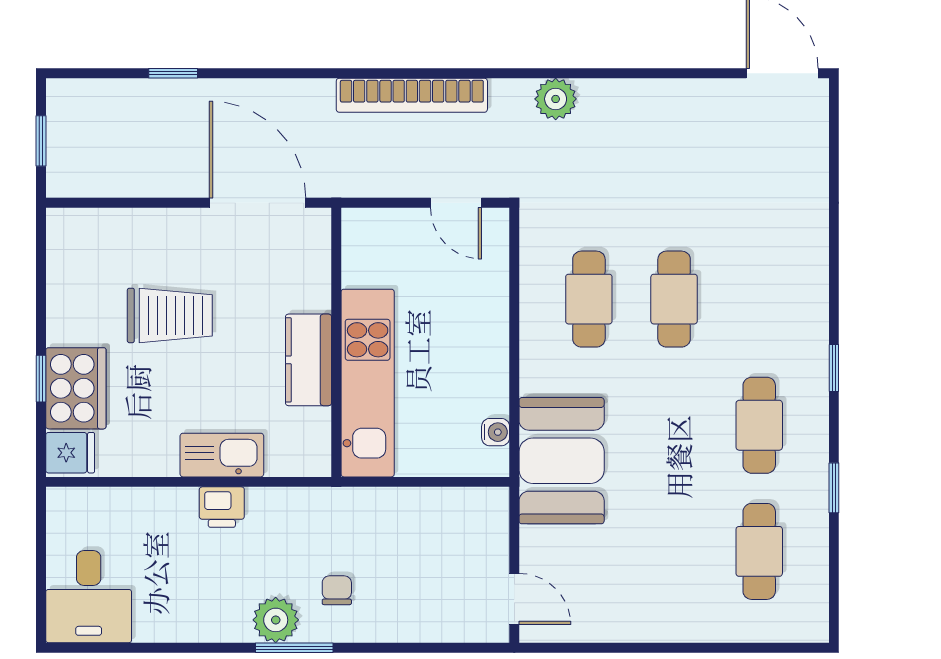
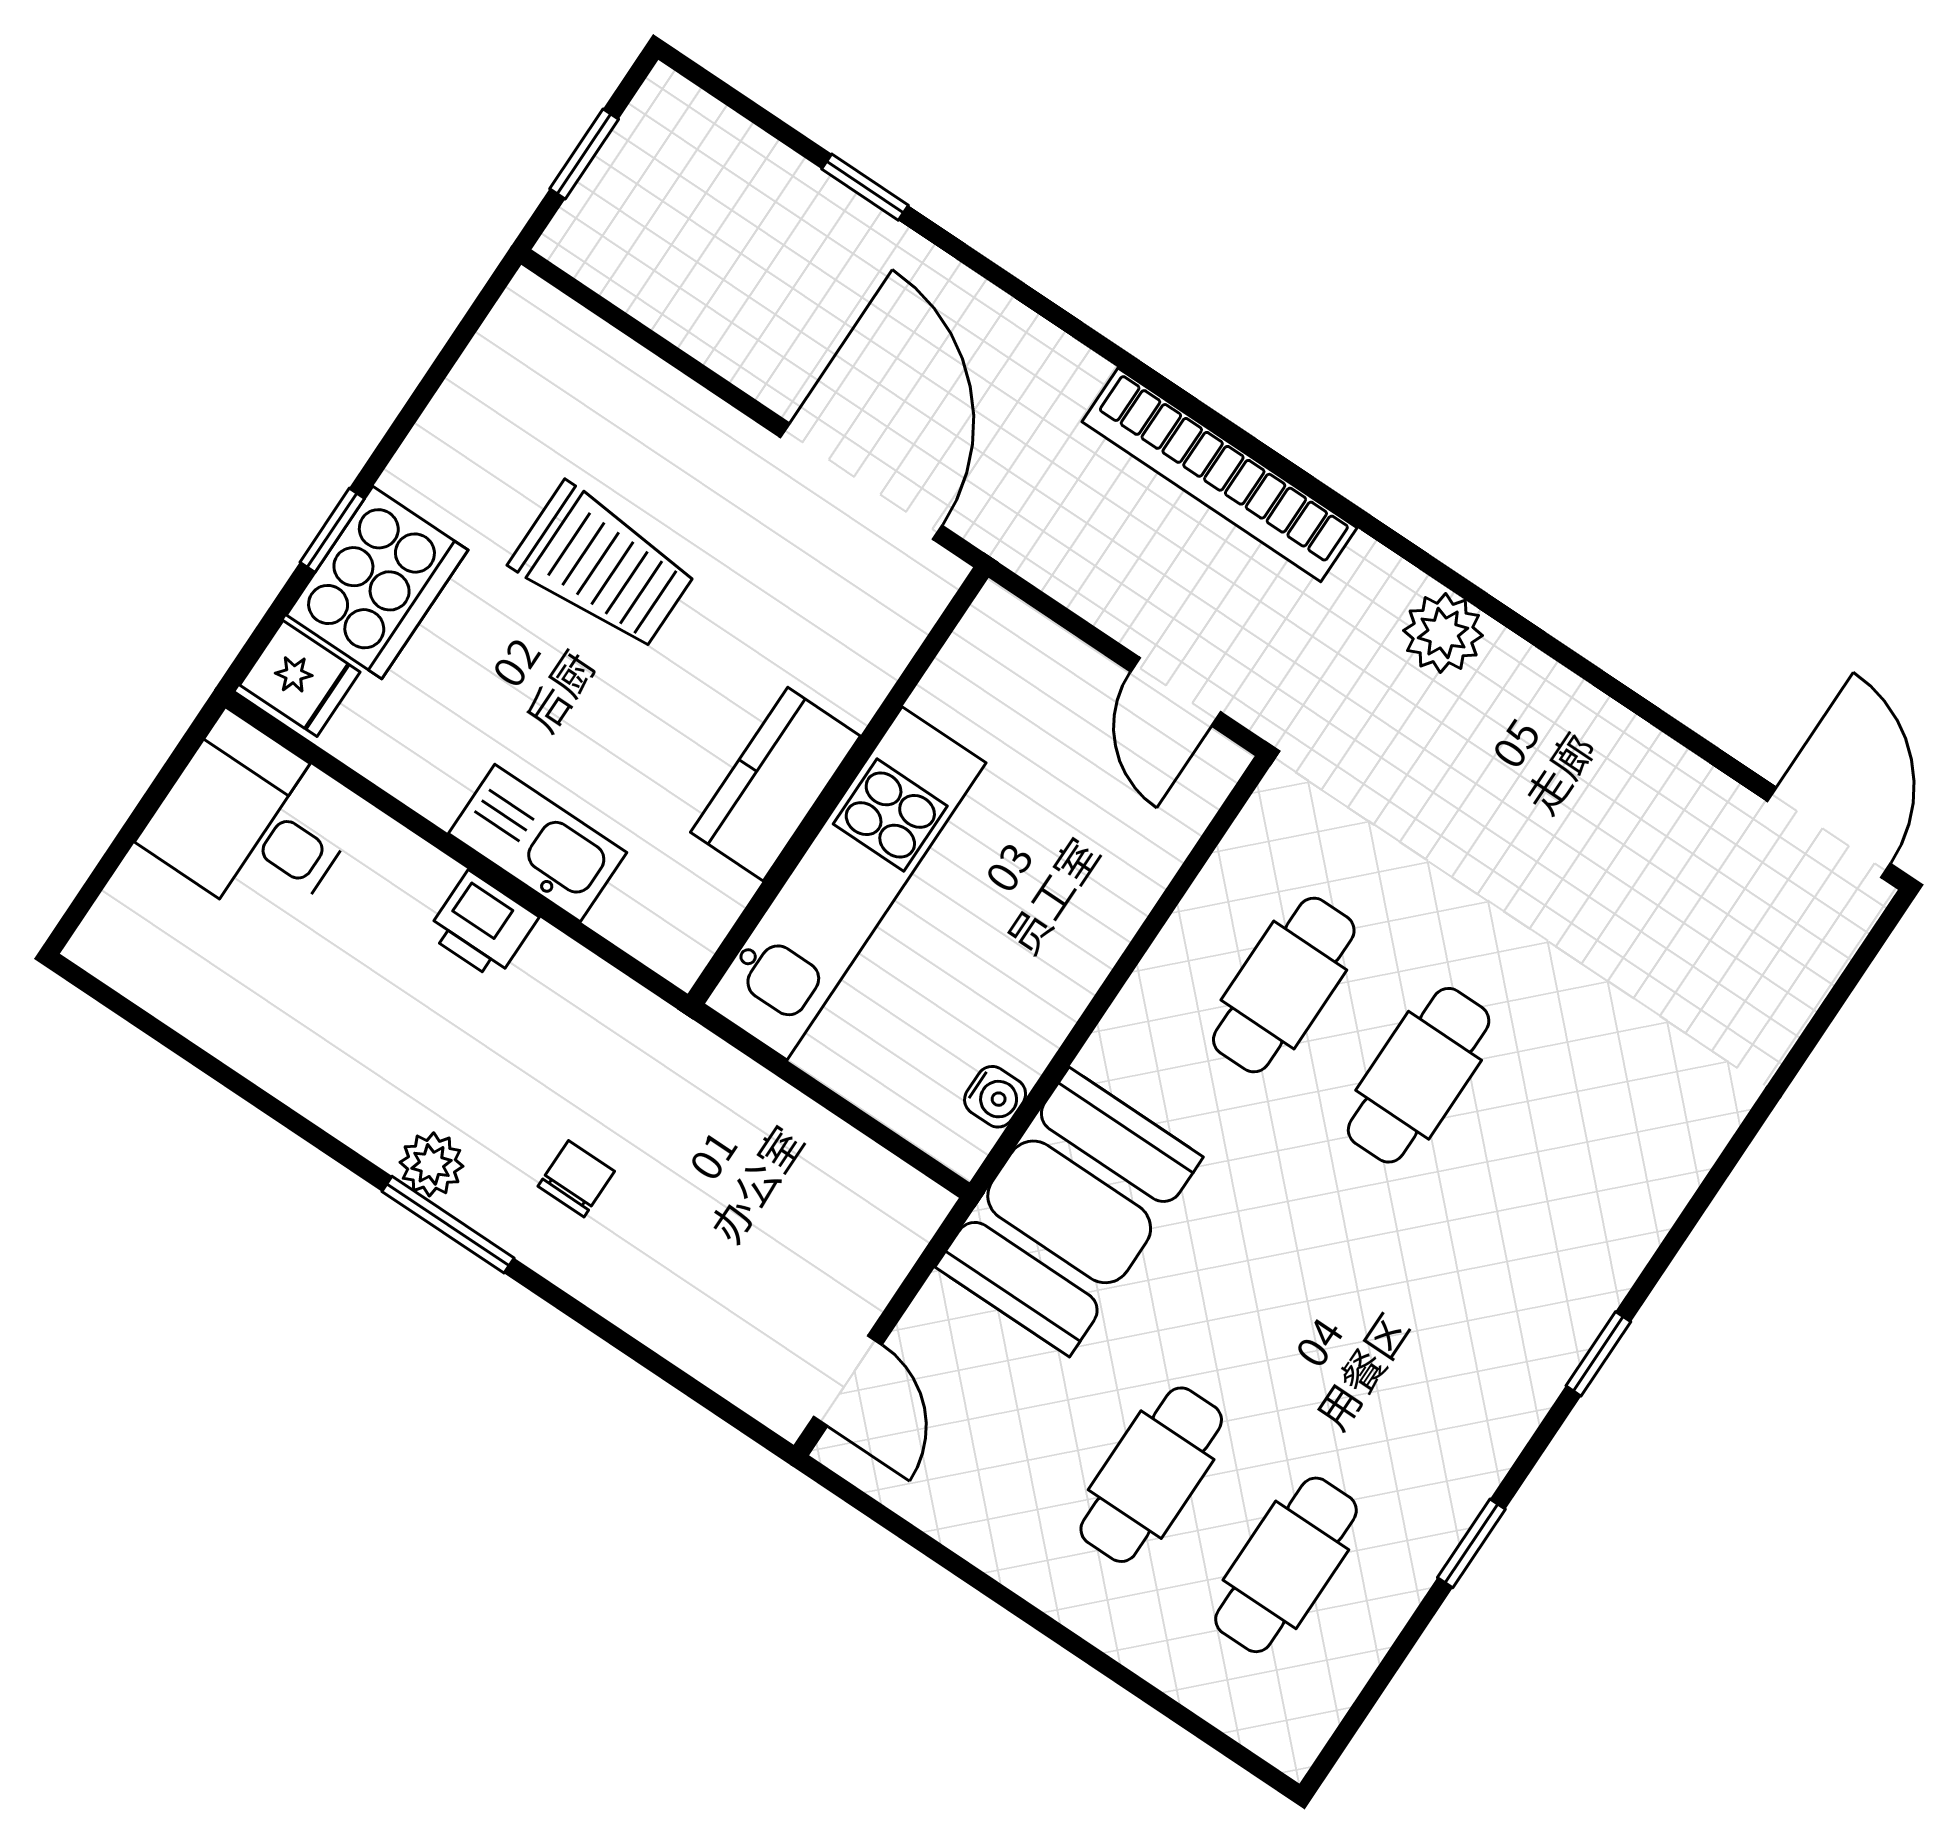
cafe table: (759, 425) -> (1151, 1475), moved
desk: (89, 597) -> (253, 823), moved, turned 90
plant: (276, 620) -> (432, 1164), width x0.73, depth x0.73

